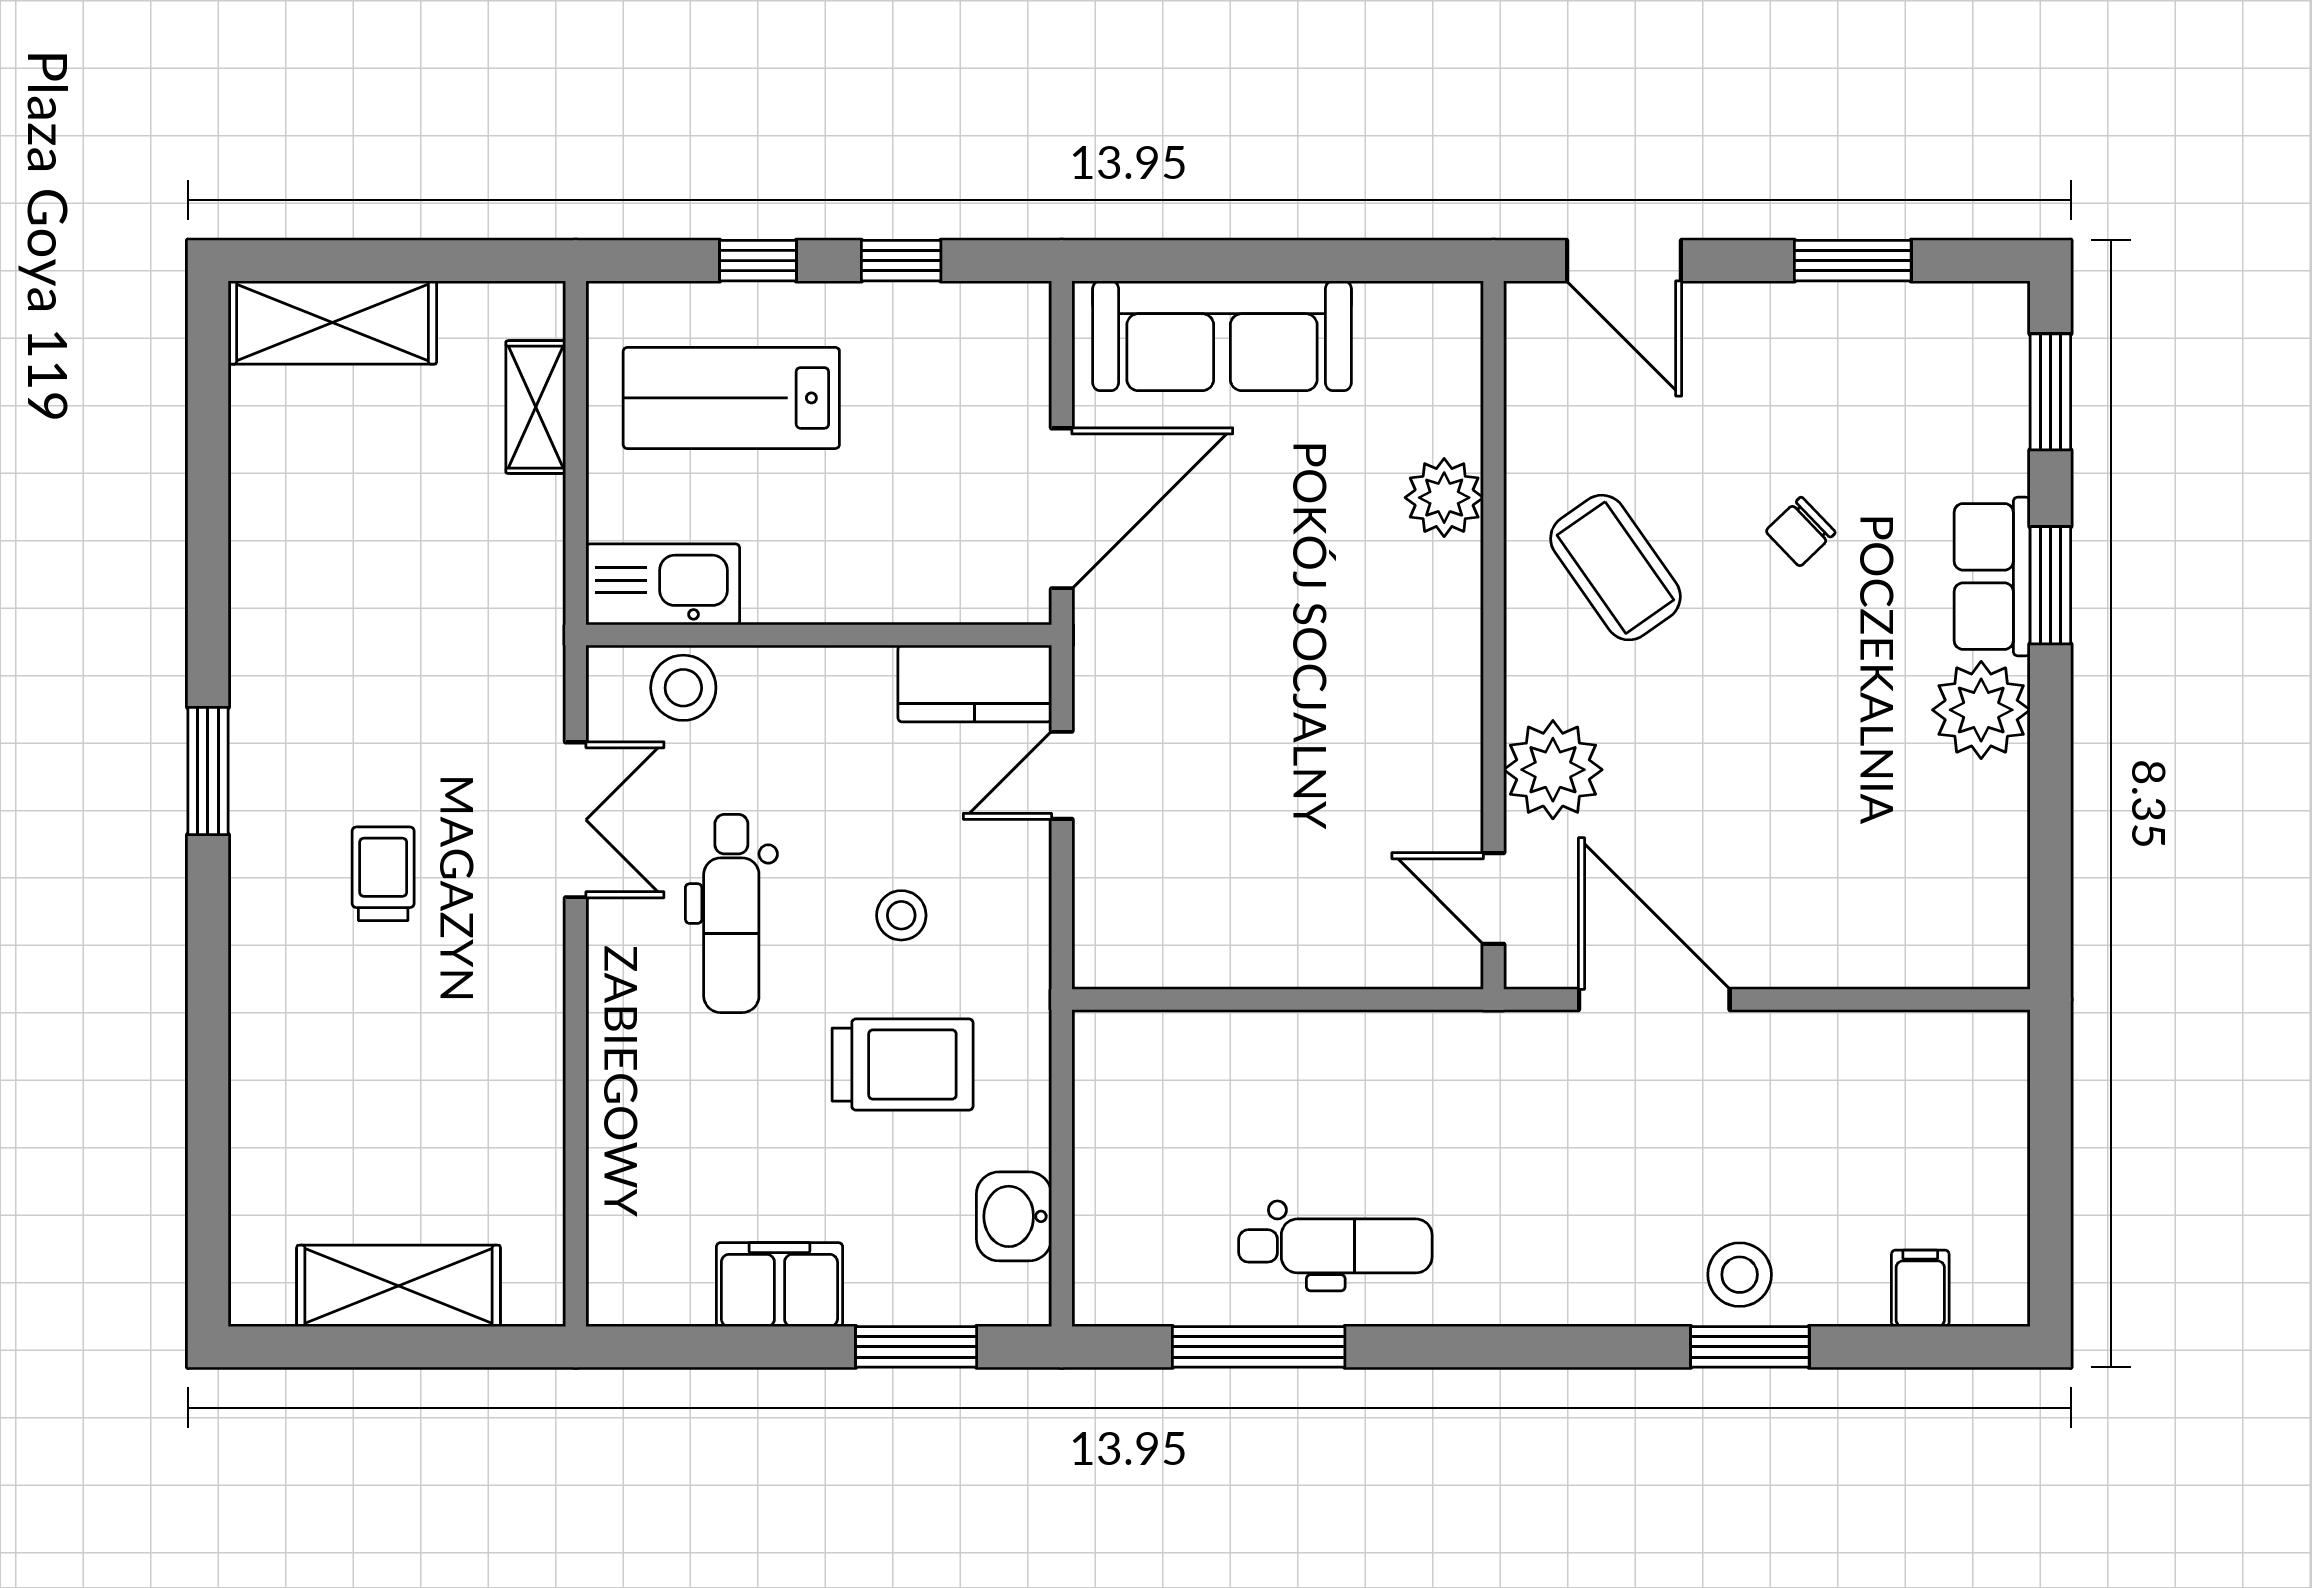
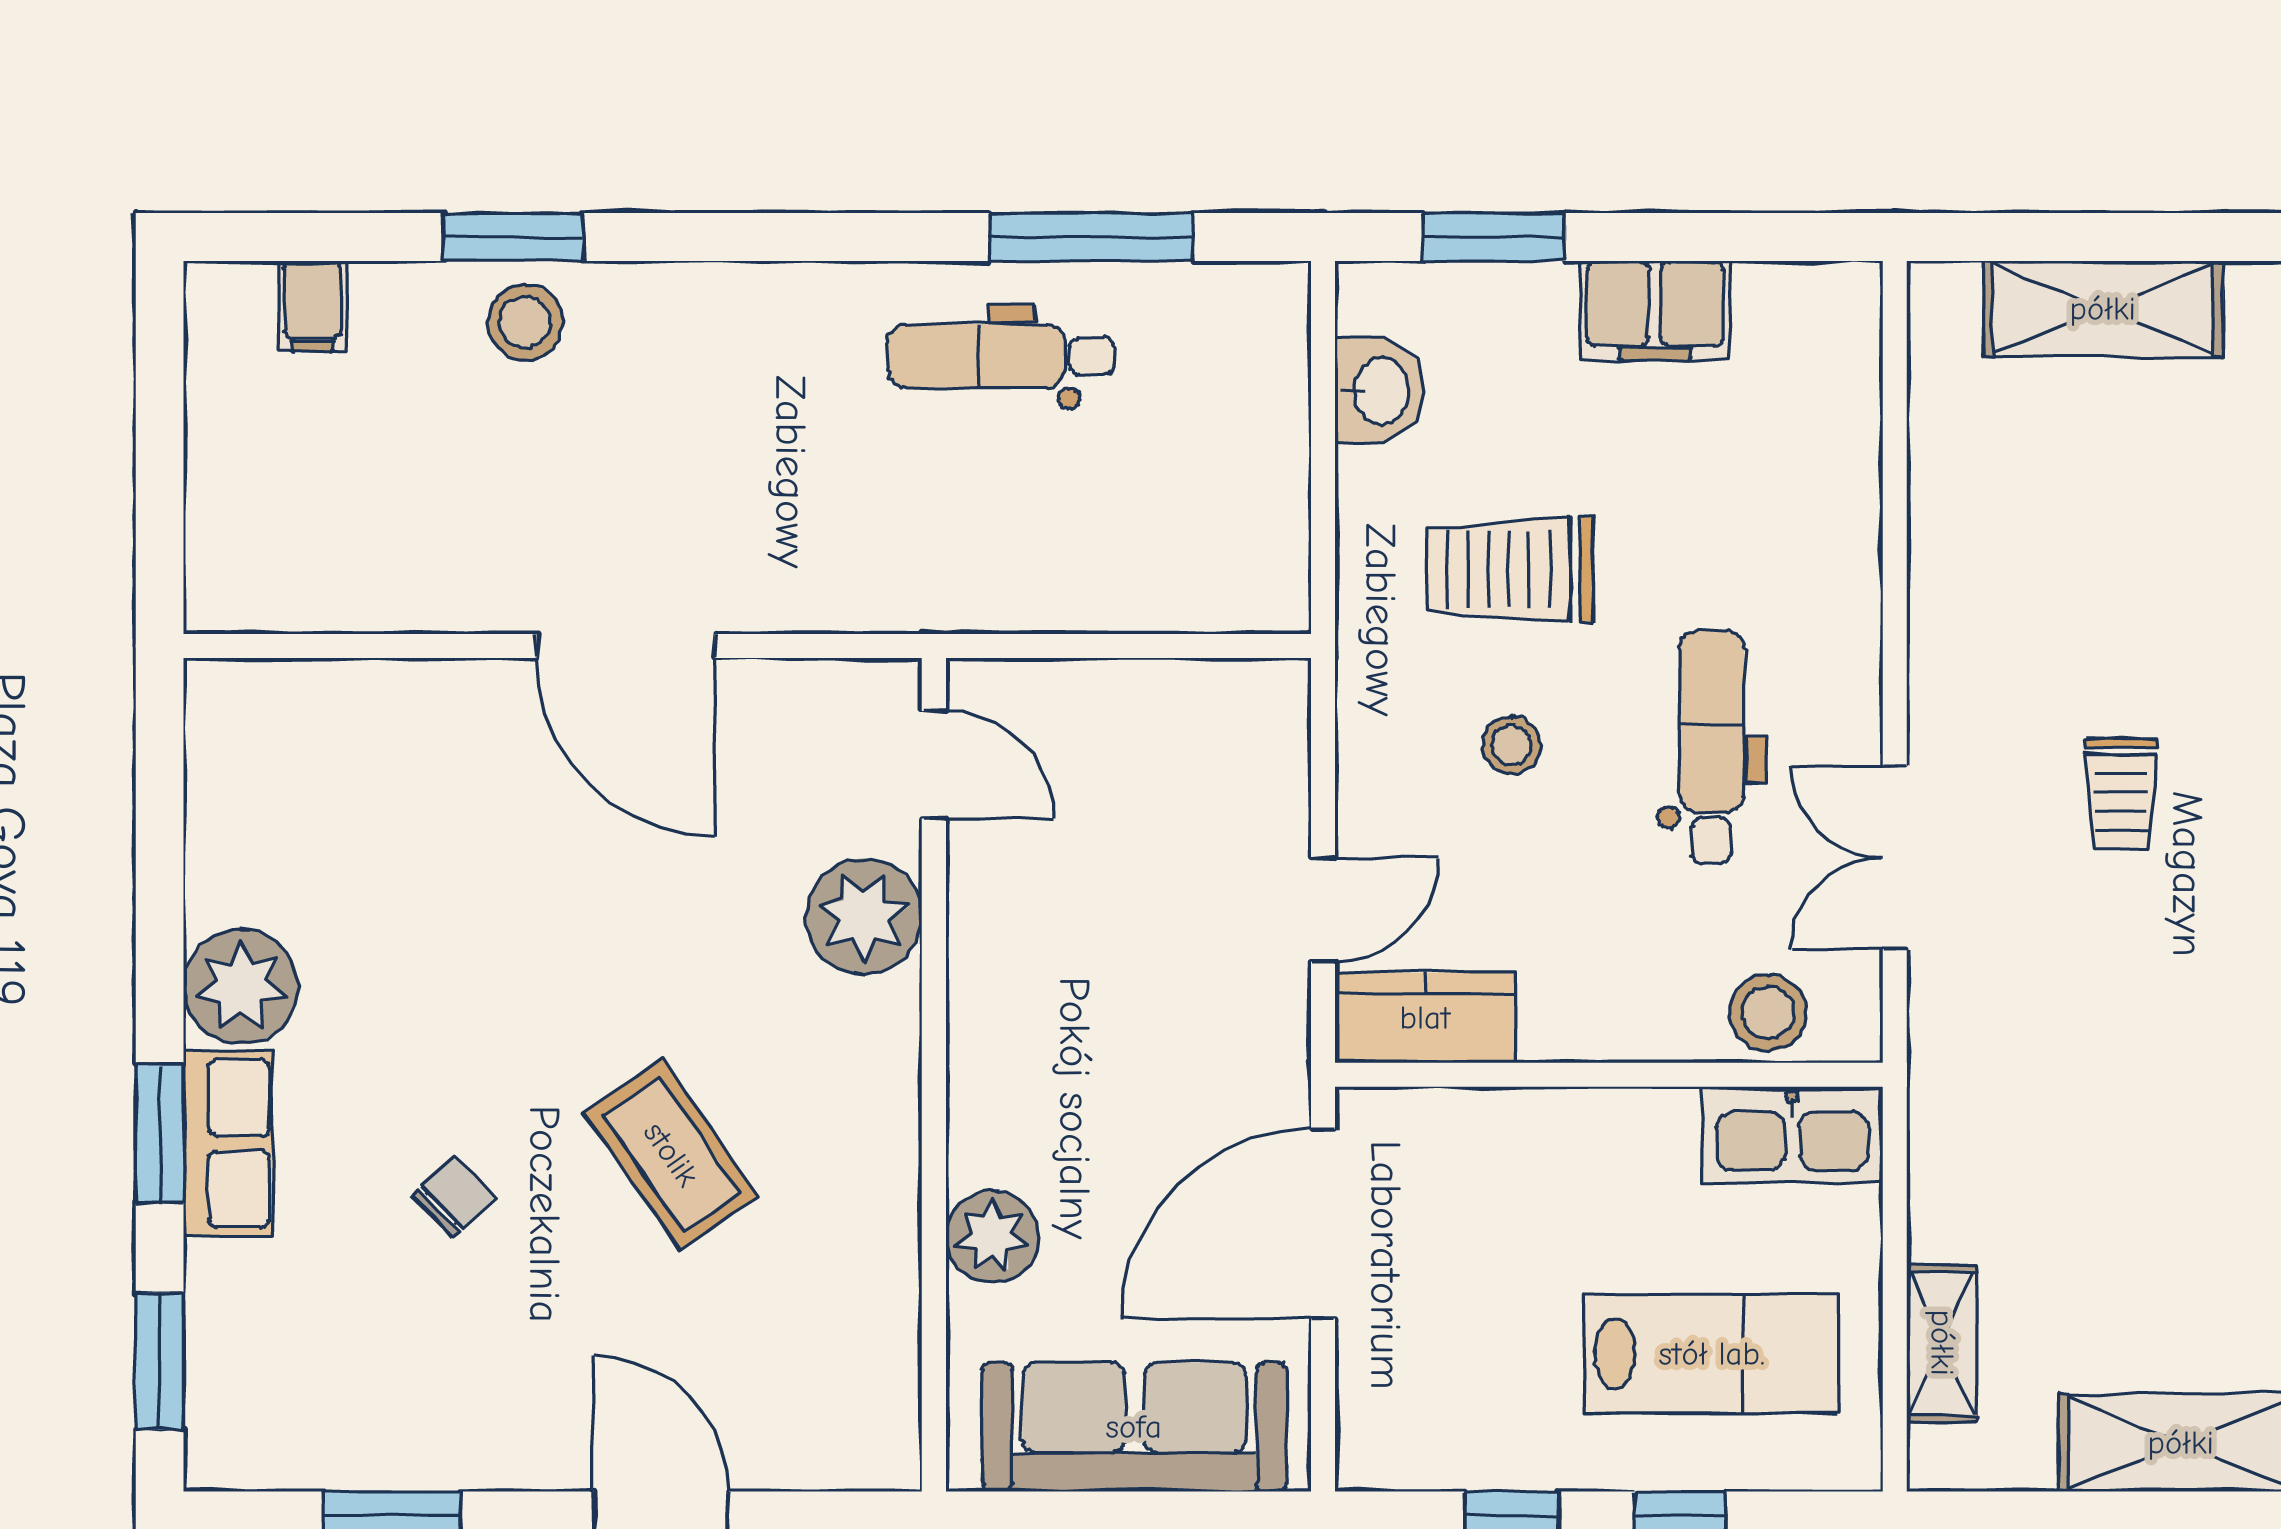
plant: (1444, 498) -> (992, 1237), moved
wall: (1494, 635) -> (934, 1075), moved
plant: (1553, 770) -> (864, 916), moved
door: (1494, 898) -> (934, 765), moved

